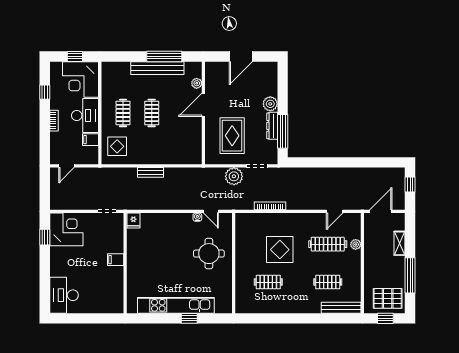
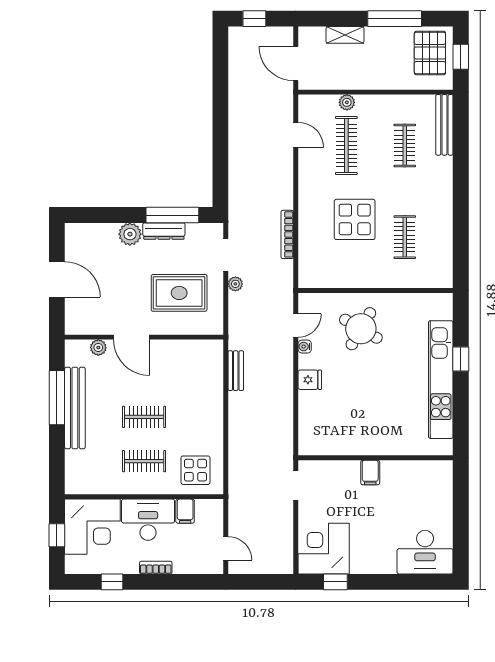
bench: (150, 172) -> (236, 371), moved
plant: (234, 176) -> (235, 284), width x0.53, depth x0.53
fridge: (133, 220) -> (310, 380), moved
round table: (209, 254) -> (361, 329), turned 30

